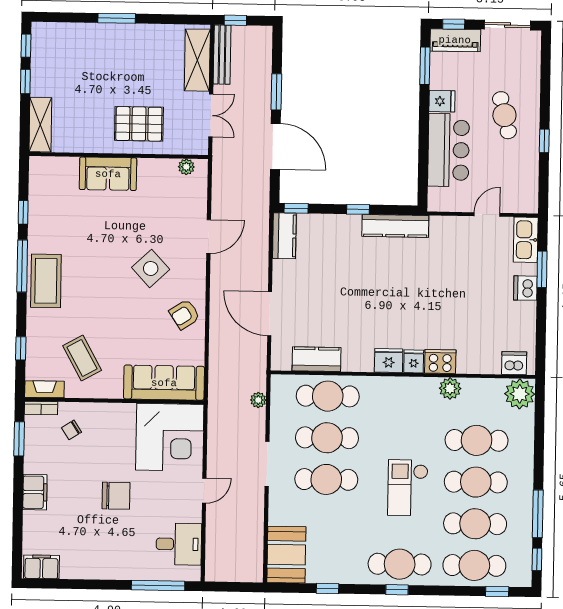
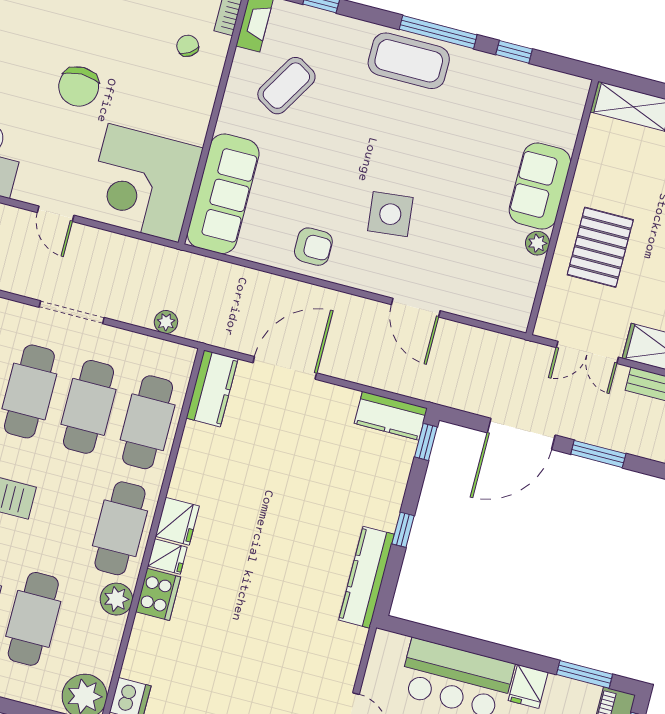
plant: (186, 167) -> (537, 243), moved
side table: (151, 268) -> (390, 214), turned 37
armchair: (185, 314) -> (313, 247), turned 123
coffee table: (82, 358) -> (286, 86), turned -30
kitchen counter: (317, 359) -> (212, 388), moved
cafe table: (402, 397) -> (120, 528), added

